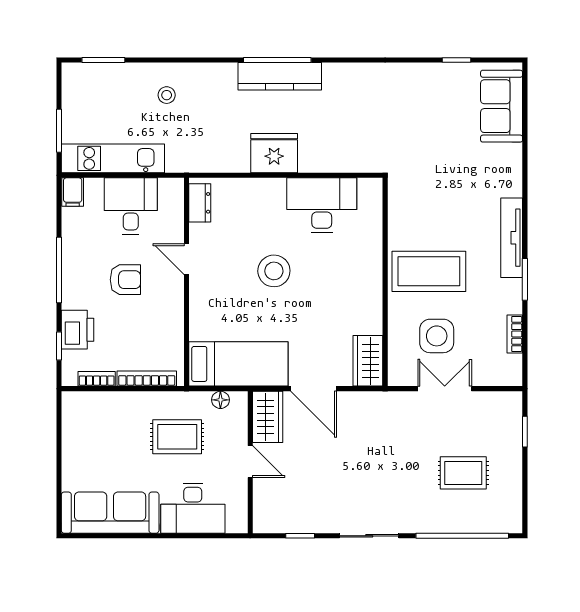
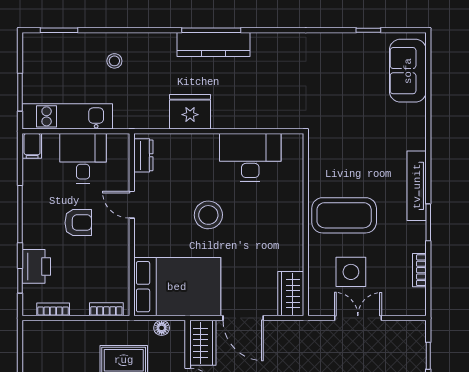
fridge: (274, 153) -> (190, 112), moved
bed: (238, 364) -> (177, 287), width x1.50
bookcase: (147, 379) -> (106, 309), width x0.64

